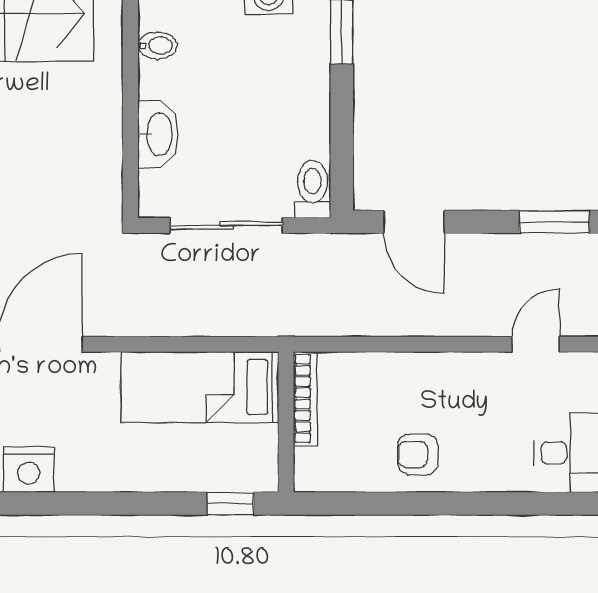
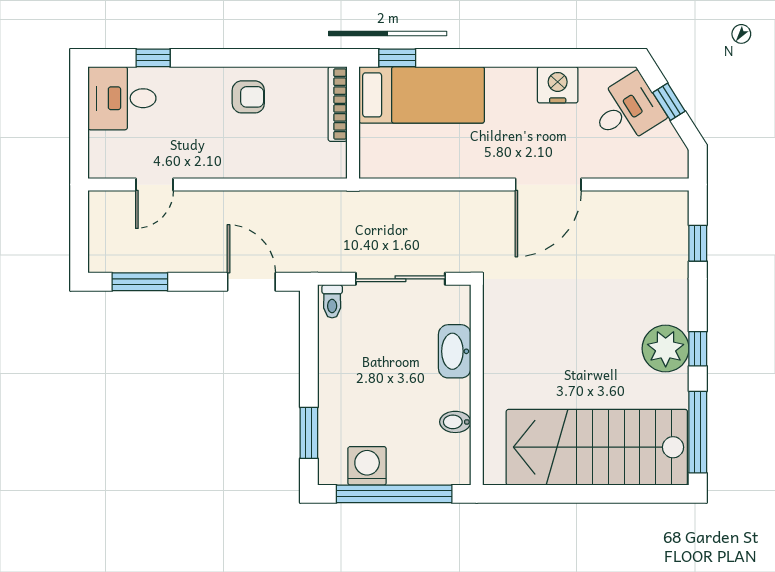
toilet: (312, 189) -> (332, 301), width x0.73, depth x0.72
bed: (200, 387) -> (422, 95), moved
bookcase: (305, 399) -> (338, 104), moved
window: (538, 504) -> (153, 58), added

